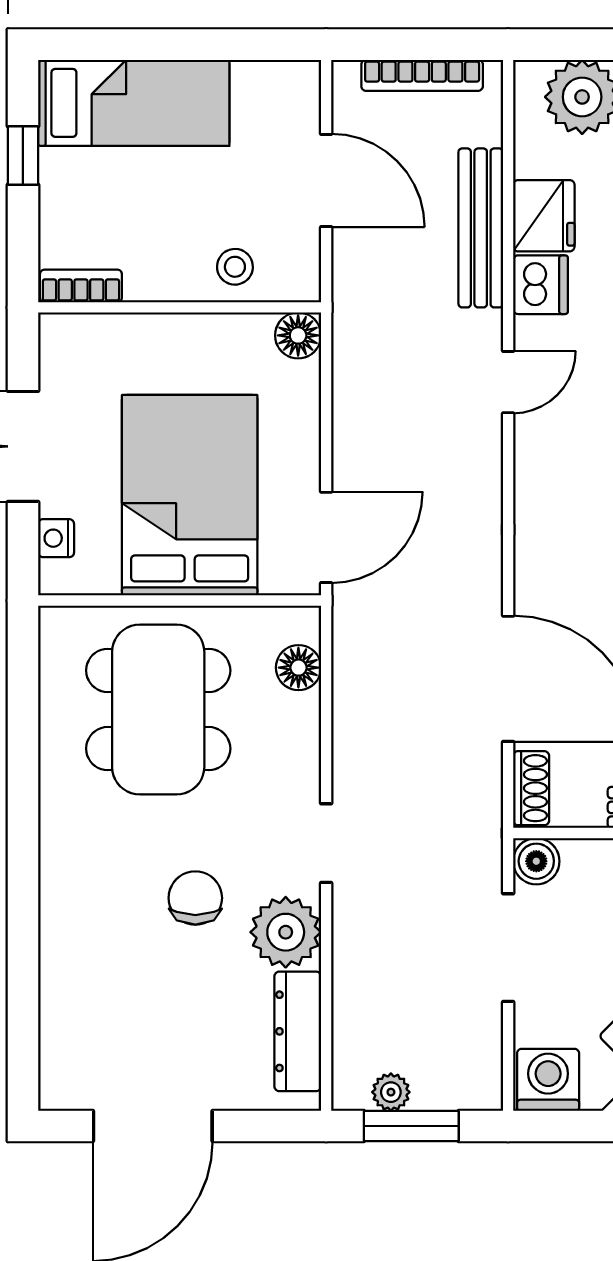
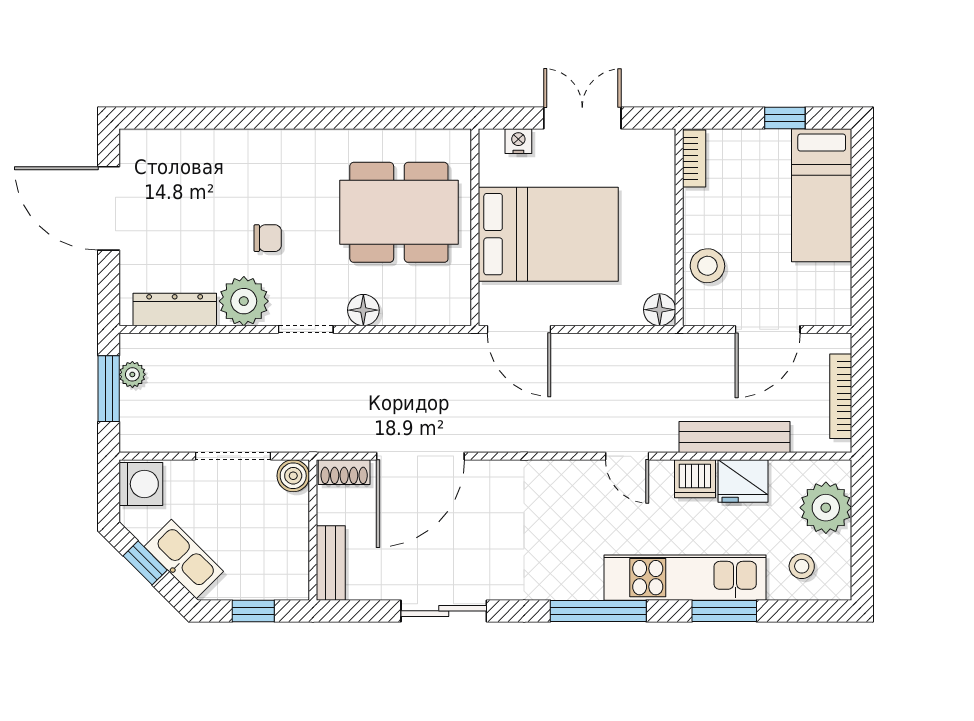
stool: (235, 267) -> (707, 266), width x1.37, depth x1.37
floor lamp: (298, 668) -> (363, 310), moved
chair: (195, 898) -> (268, 238), width x0.73, depth x0.73

